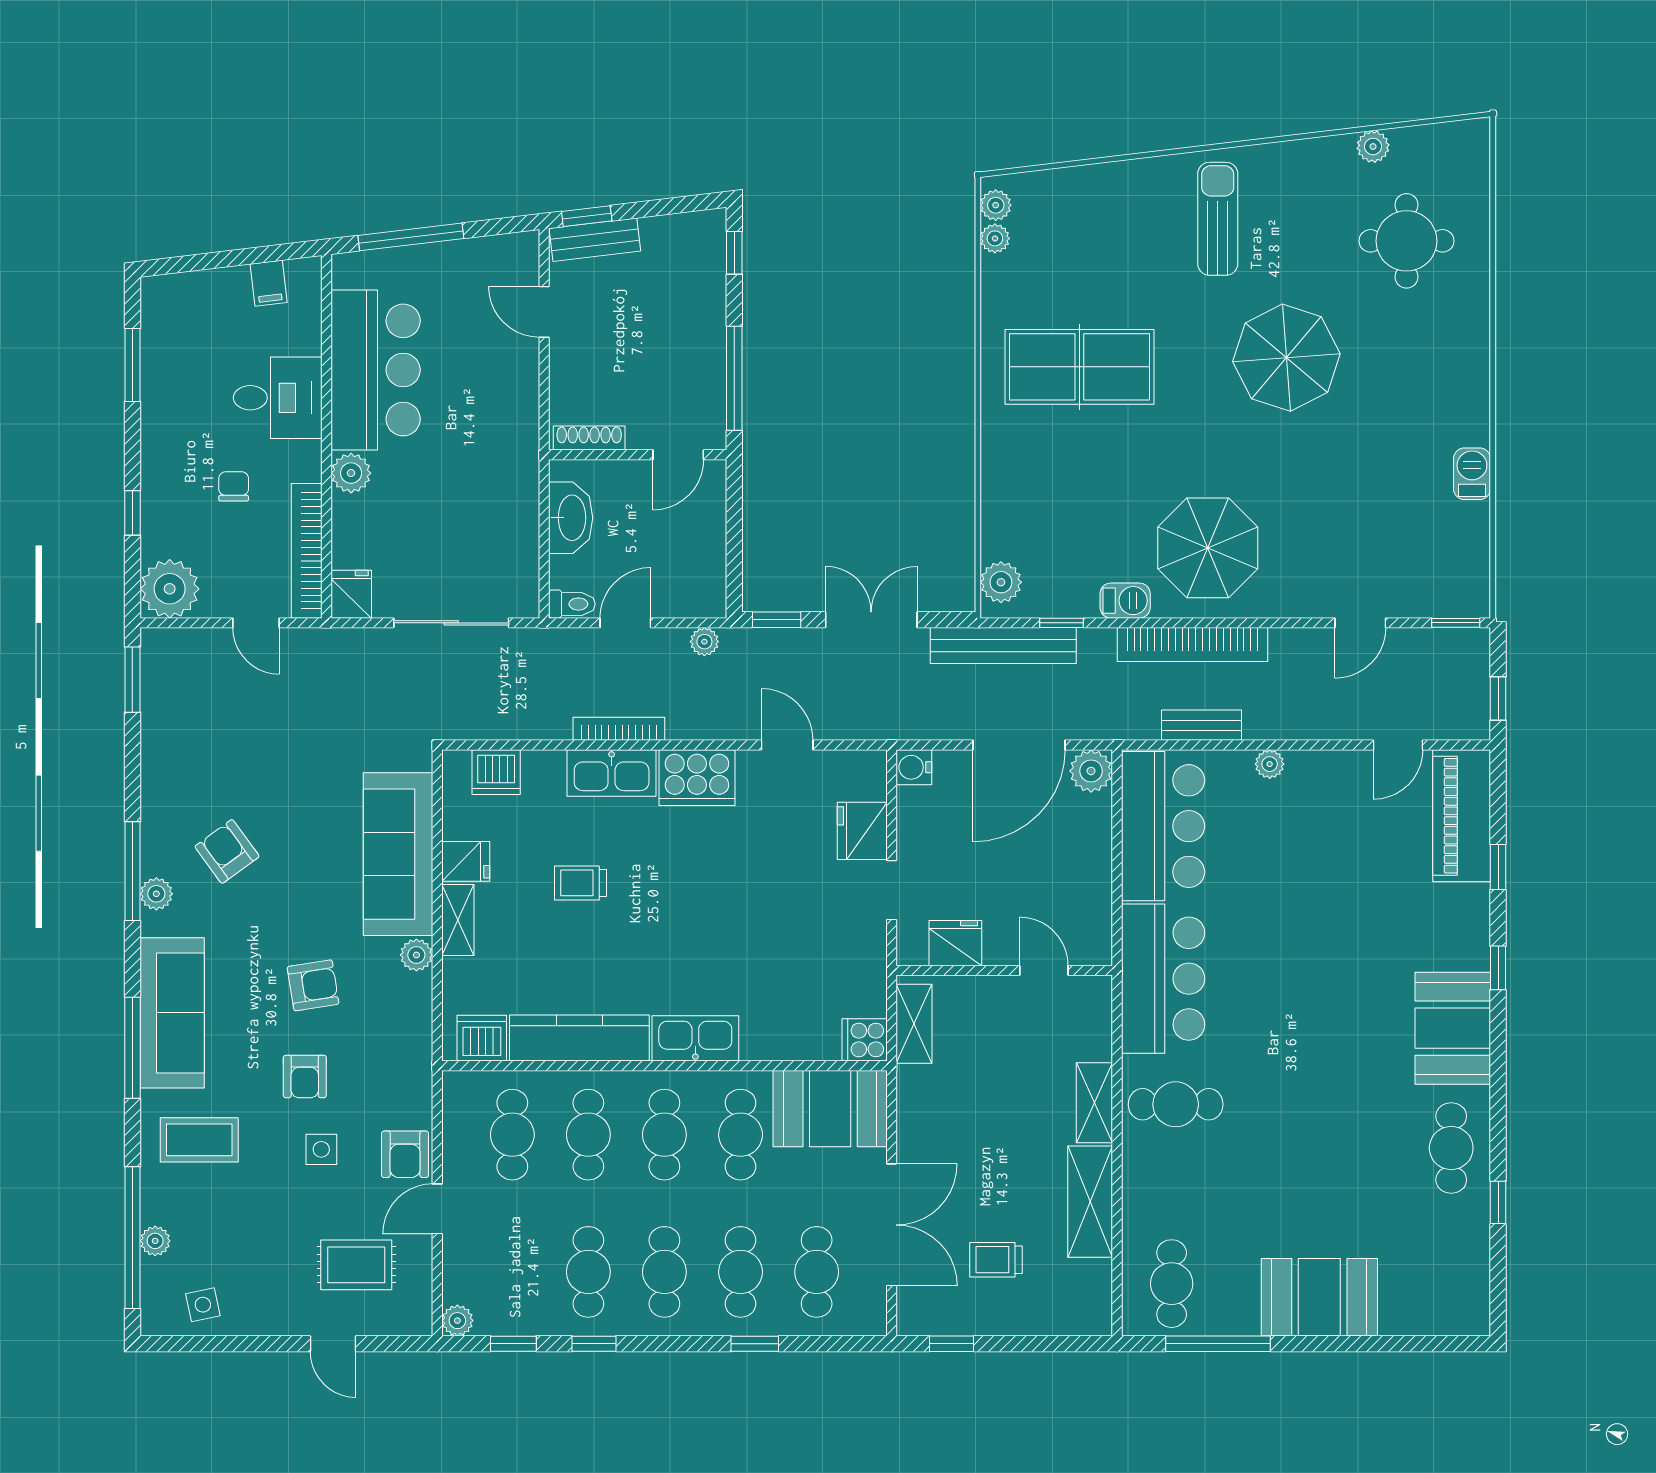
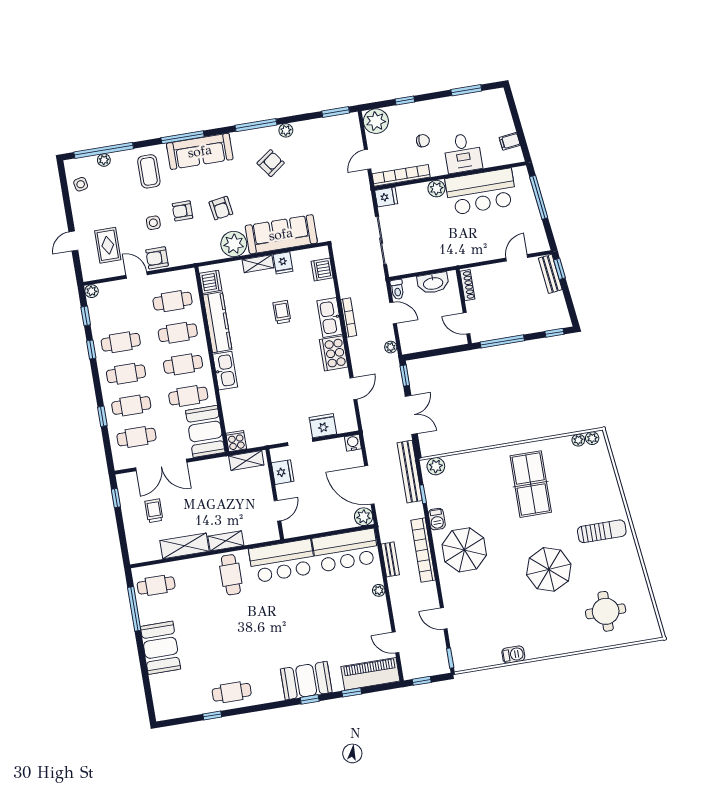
plant: (1373, 147) -> (643, 591), removed
plant: (156, 894) -> (286, 130), moved
plant: (416, 955) -> (234, 244), width x1.87, depth x1.87
booth: (1453, 1028) -> (306, 681), moved

